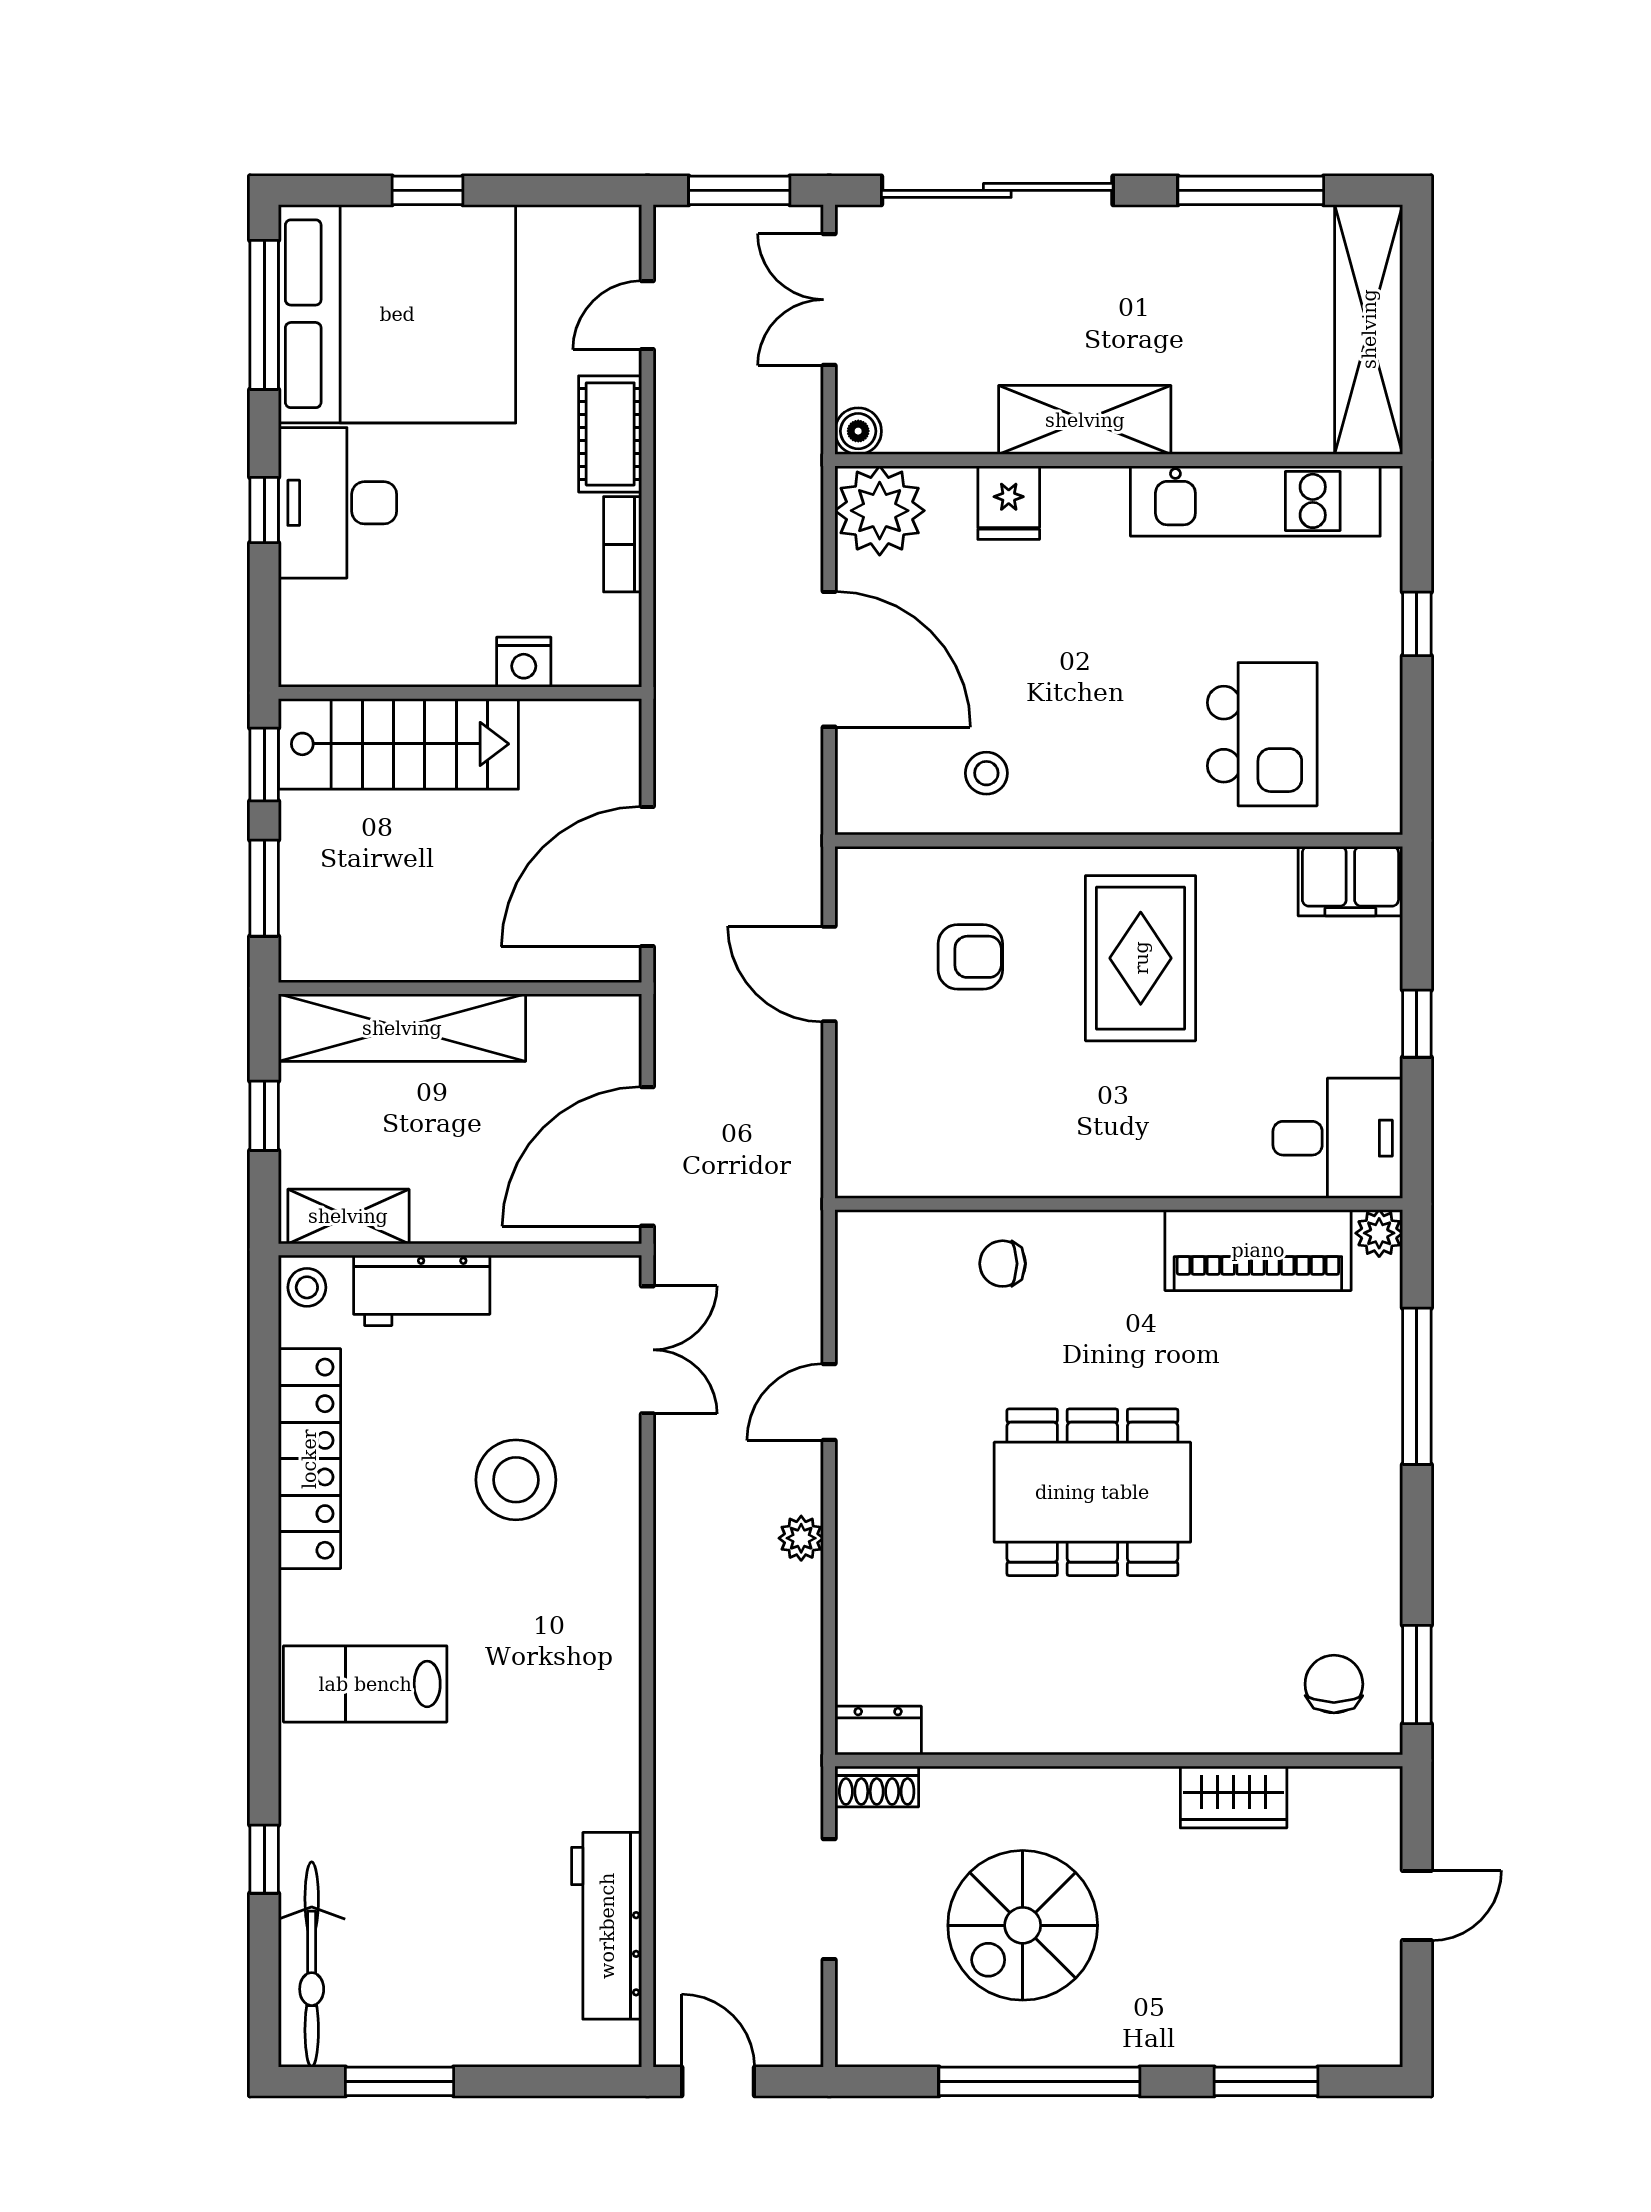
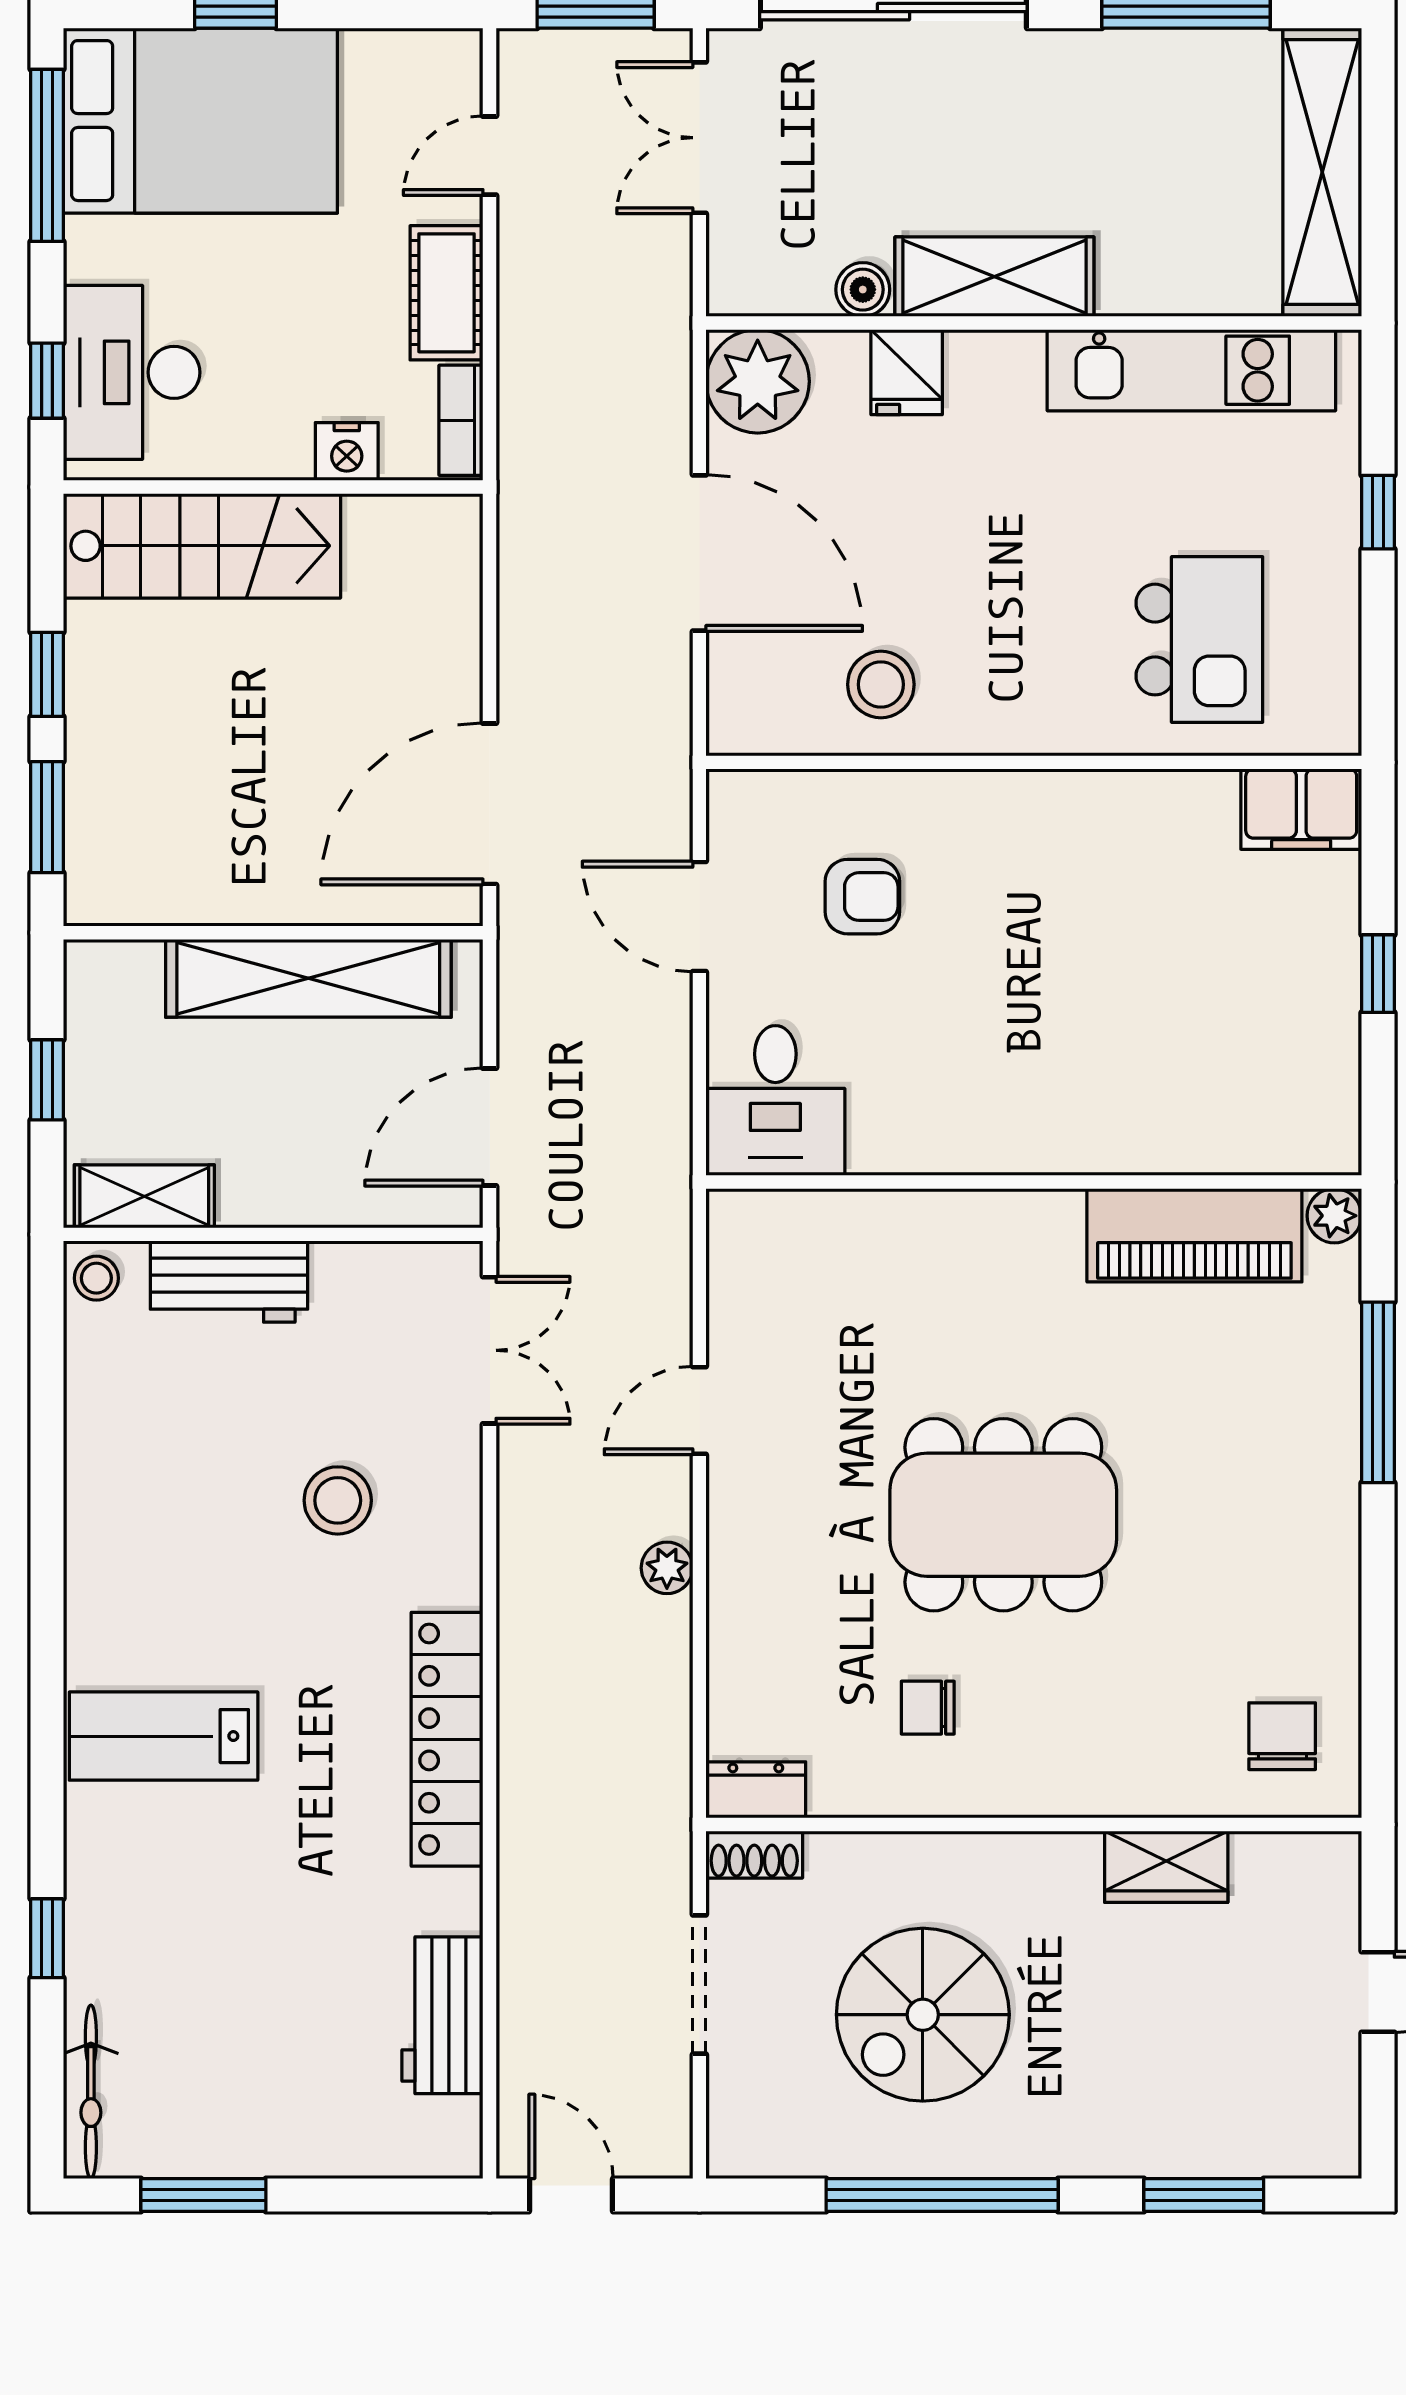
bed: (397, 314) -> (200, 121), width x0.73
boiler: (858, 431) -> (863, 290), moved
nightstand: (524, 662) -> (347, 452), moved
wall: (460, 693) -> (273, 487), moved
stairs: (398, 744) -> (202, 546), moved
stool: (986, 773) -> (881, 684), width x1.37, depth x1.37
rug: (1141, 958) -> (1059, 898), removed
shelving: (402, 1028) -> (308, 978), moved
desk: (1338, 1138) -> (775, 1100), moved, turned 90
door: (647, 1156) -> (490, 1127), width x0.73
chair: (1003, 1264) -> (928, 1708), moved
locker: (309, 1459) -> (447, 1739), moved, turned 180
stool: (516, 1480) -> (338, 1500), width x0.73, depth x0.73
window: (1417, 1675) -> (1378, 1725), removed
workbench: (607, 1926) -> (442, 2015), width x0.73
bicycle: (312, 1964) -> (91, 2092), width x0.73, depth x0.71

